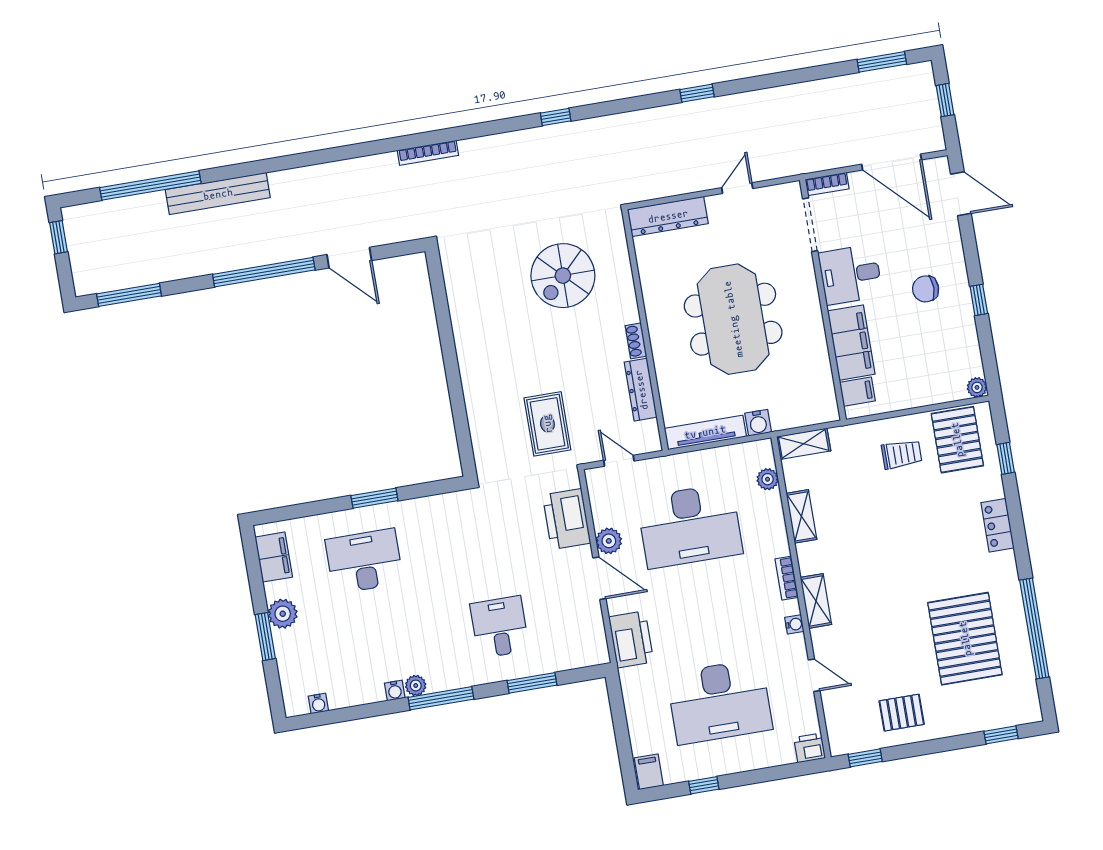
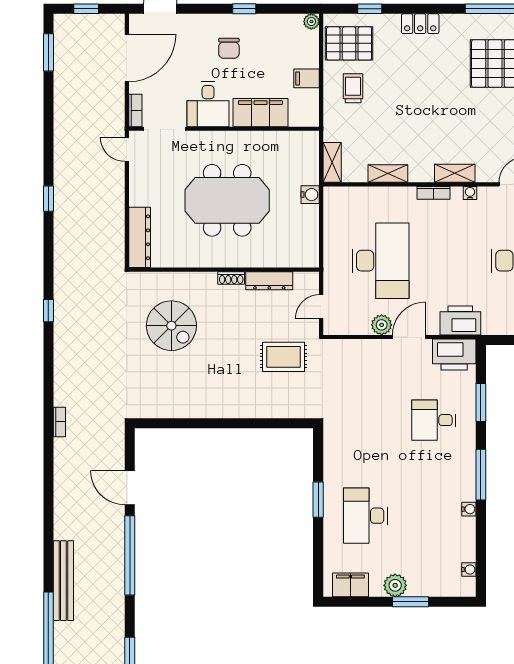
bookcase: (428, 153) -> (59, 422), width x0.64
door: (737, 188) -> (127, 149), moved
door: (349, 258) -> (130, 488), swing flipped
filing cabinet: (857, 392) -> (307, 78), moved, turned -90
tv unit: (705, 432) -> (311, 236), removed
plant: (768, 479) -> (355, 195), removed
printer: (567, 519) -> (454, 355), moved
plant: (416, 686) -> (468, 492), removed

